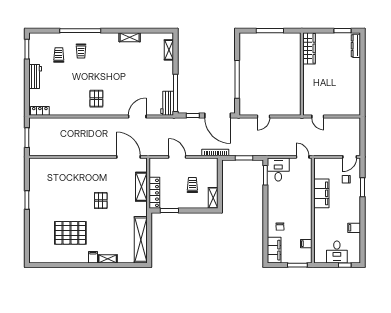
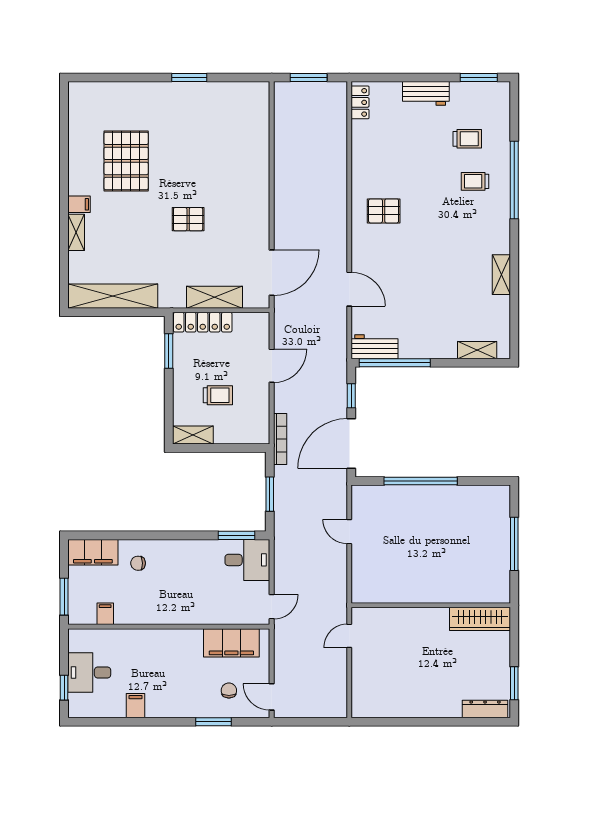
filing cabinet: (321, 193) -> (231, 643), moved

